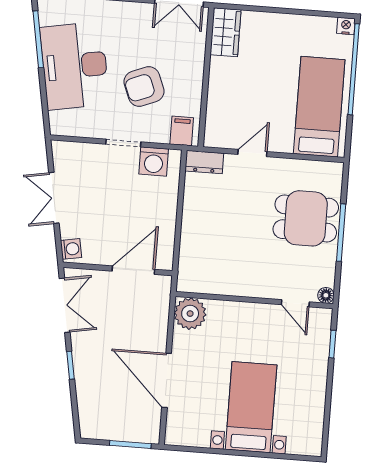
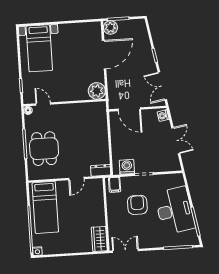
armchair: (144, 87) -> (137, 205), turned -68
dining table: (306, 218) -> (44, 149), turned 90
door: (133, 270) -> (129, 109), hinge flipped
door: (167, 380) -> (104, 55), hinge flipped
bed with nightstands: (251, 407) -> (39, 48), moved
plant: (147, 430) -> (110, 27), added

